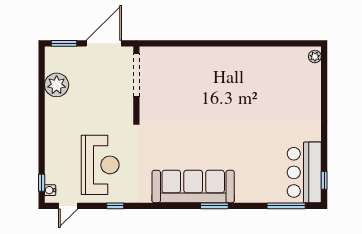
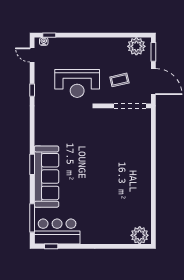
plant: (315, 57) -> (140, 235), width x1.88, depth x1.88
plant: (57, 85) -> (136, 46), moved
coffee table: (102, 89) -> (119, 80), added
reception desk: (100, 165) -> (77, 83), moved
sofa: (193, 186) -> (46, 177), moved

